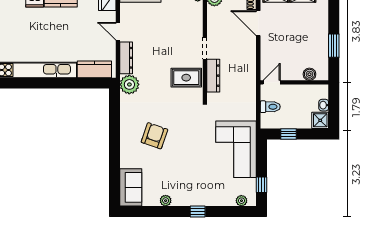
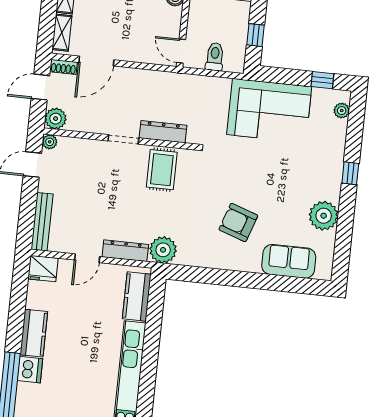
sofa: (131, 187) -> (289, 261), moved
plant: (166, 201) -> (324, 216), width x1.87, depth x1.87

